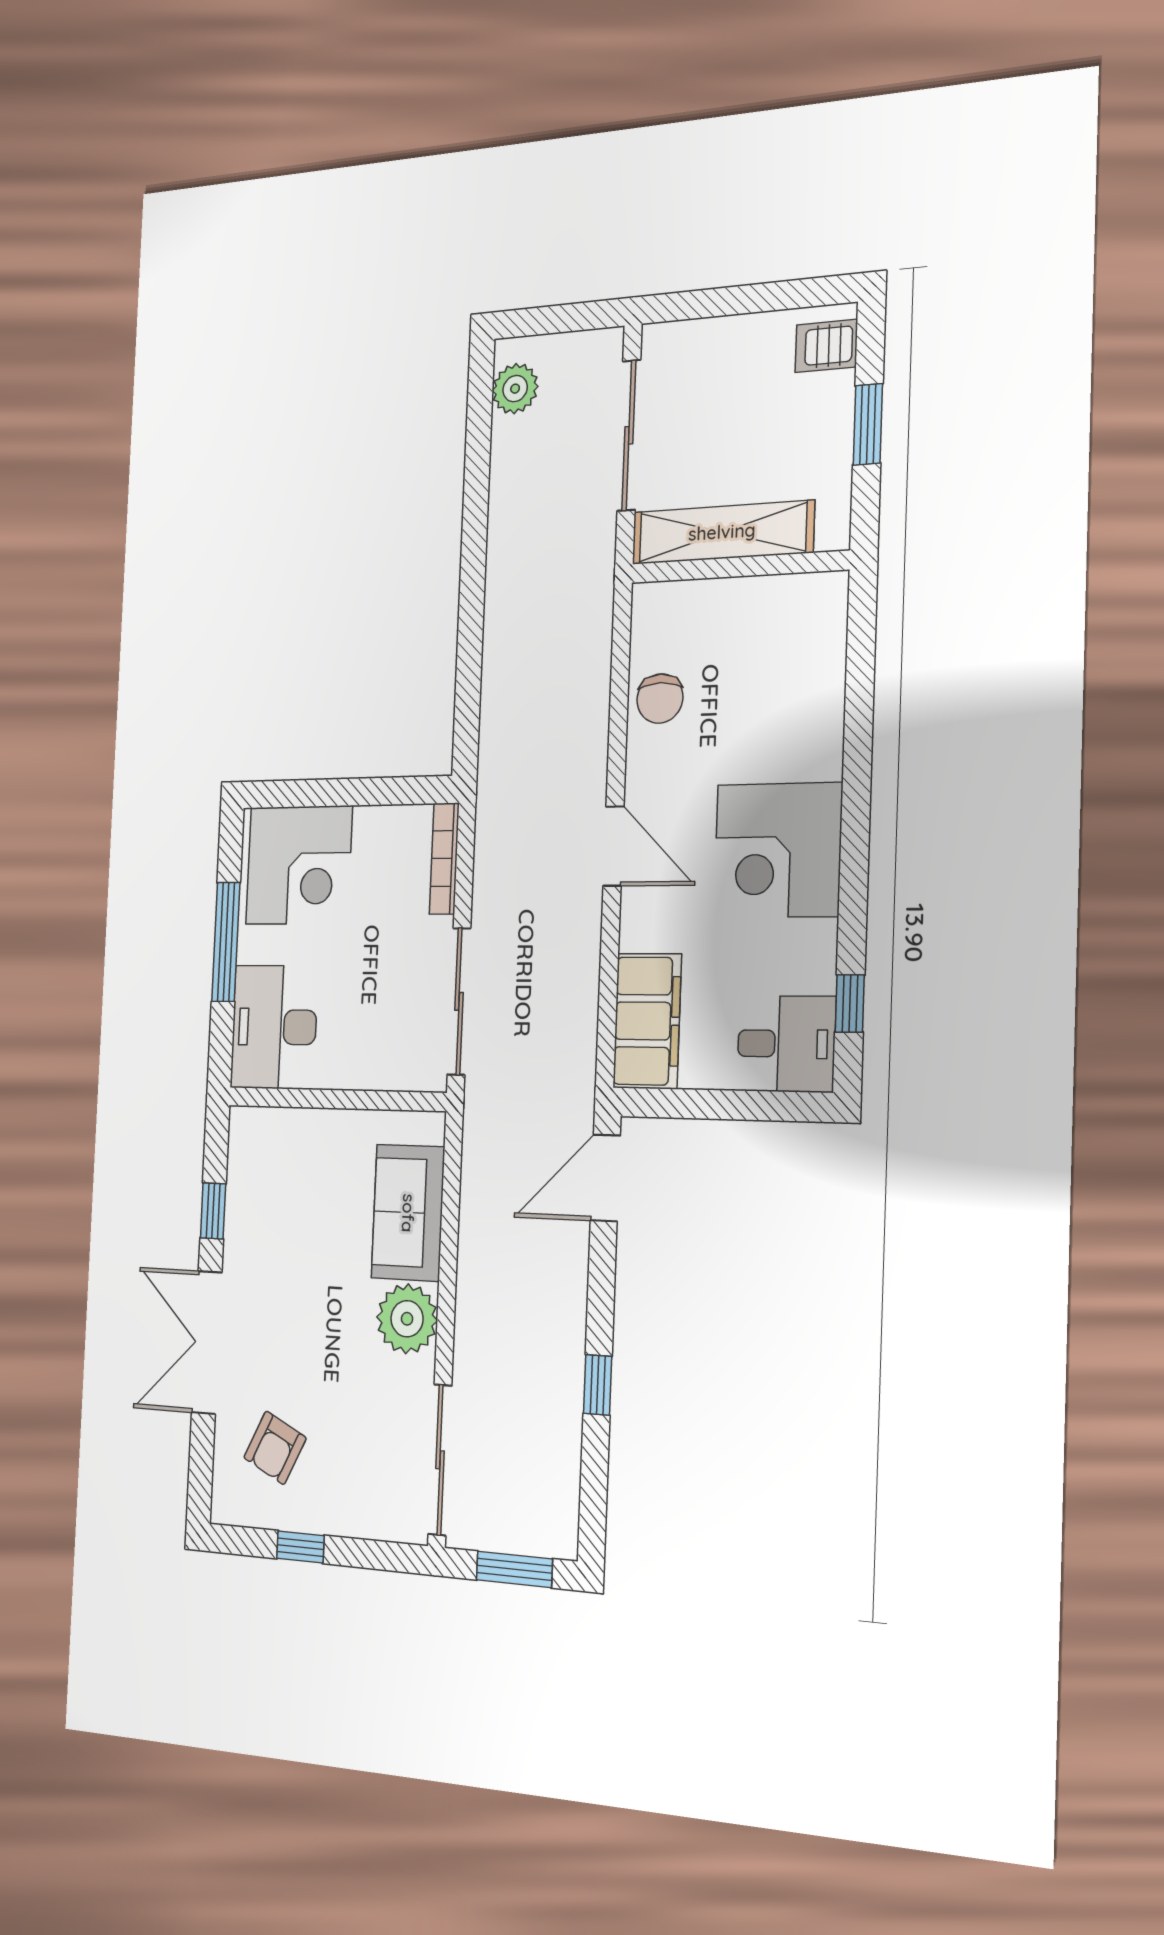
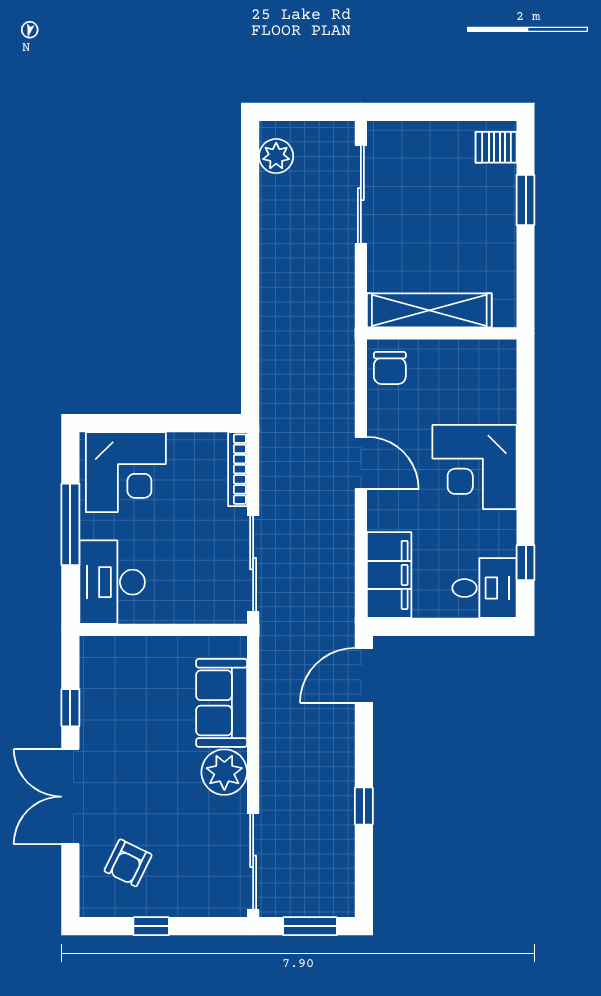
shelving: (722, 532) -> (429, 310), moved
wall: (739, 567) -> (442, 333), moved

